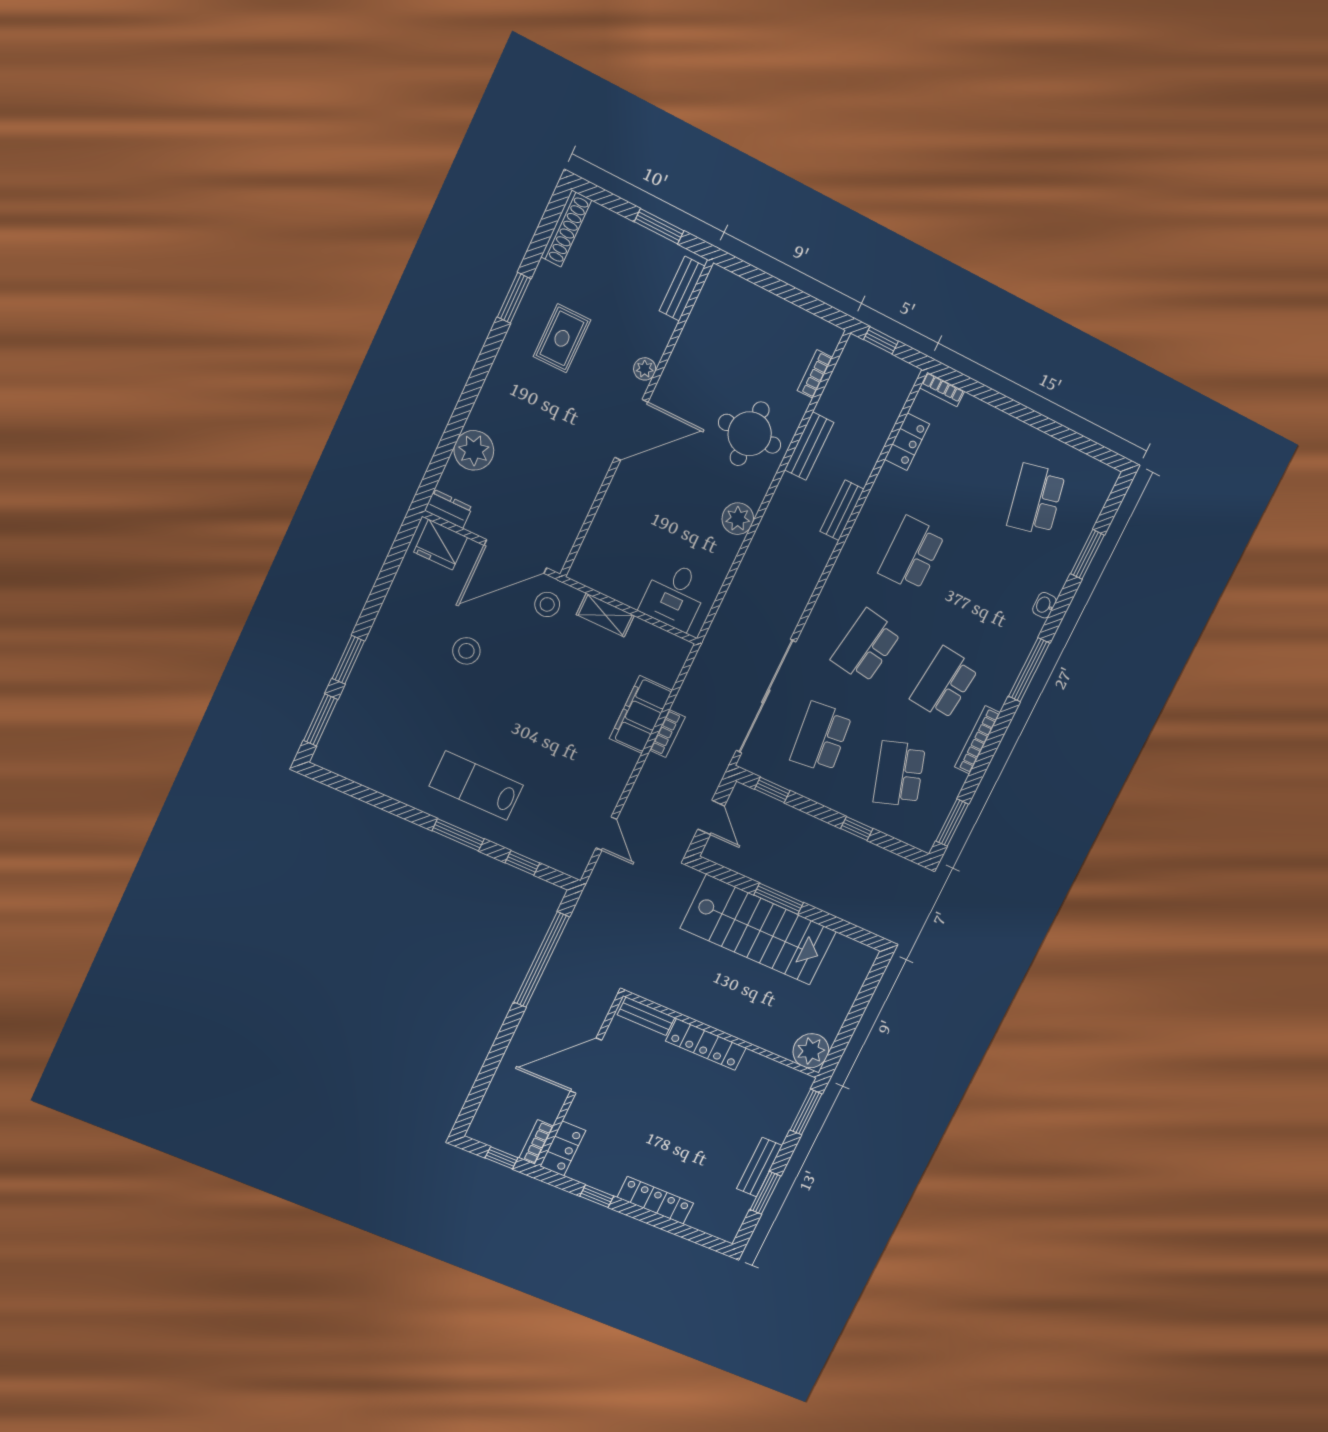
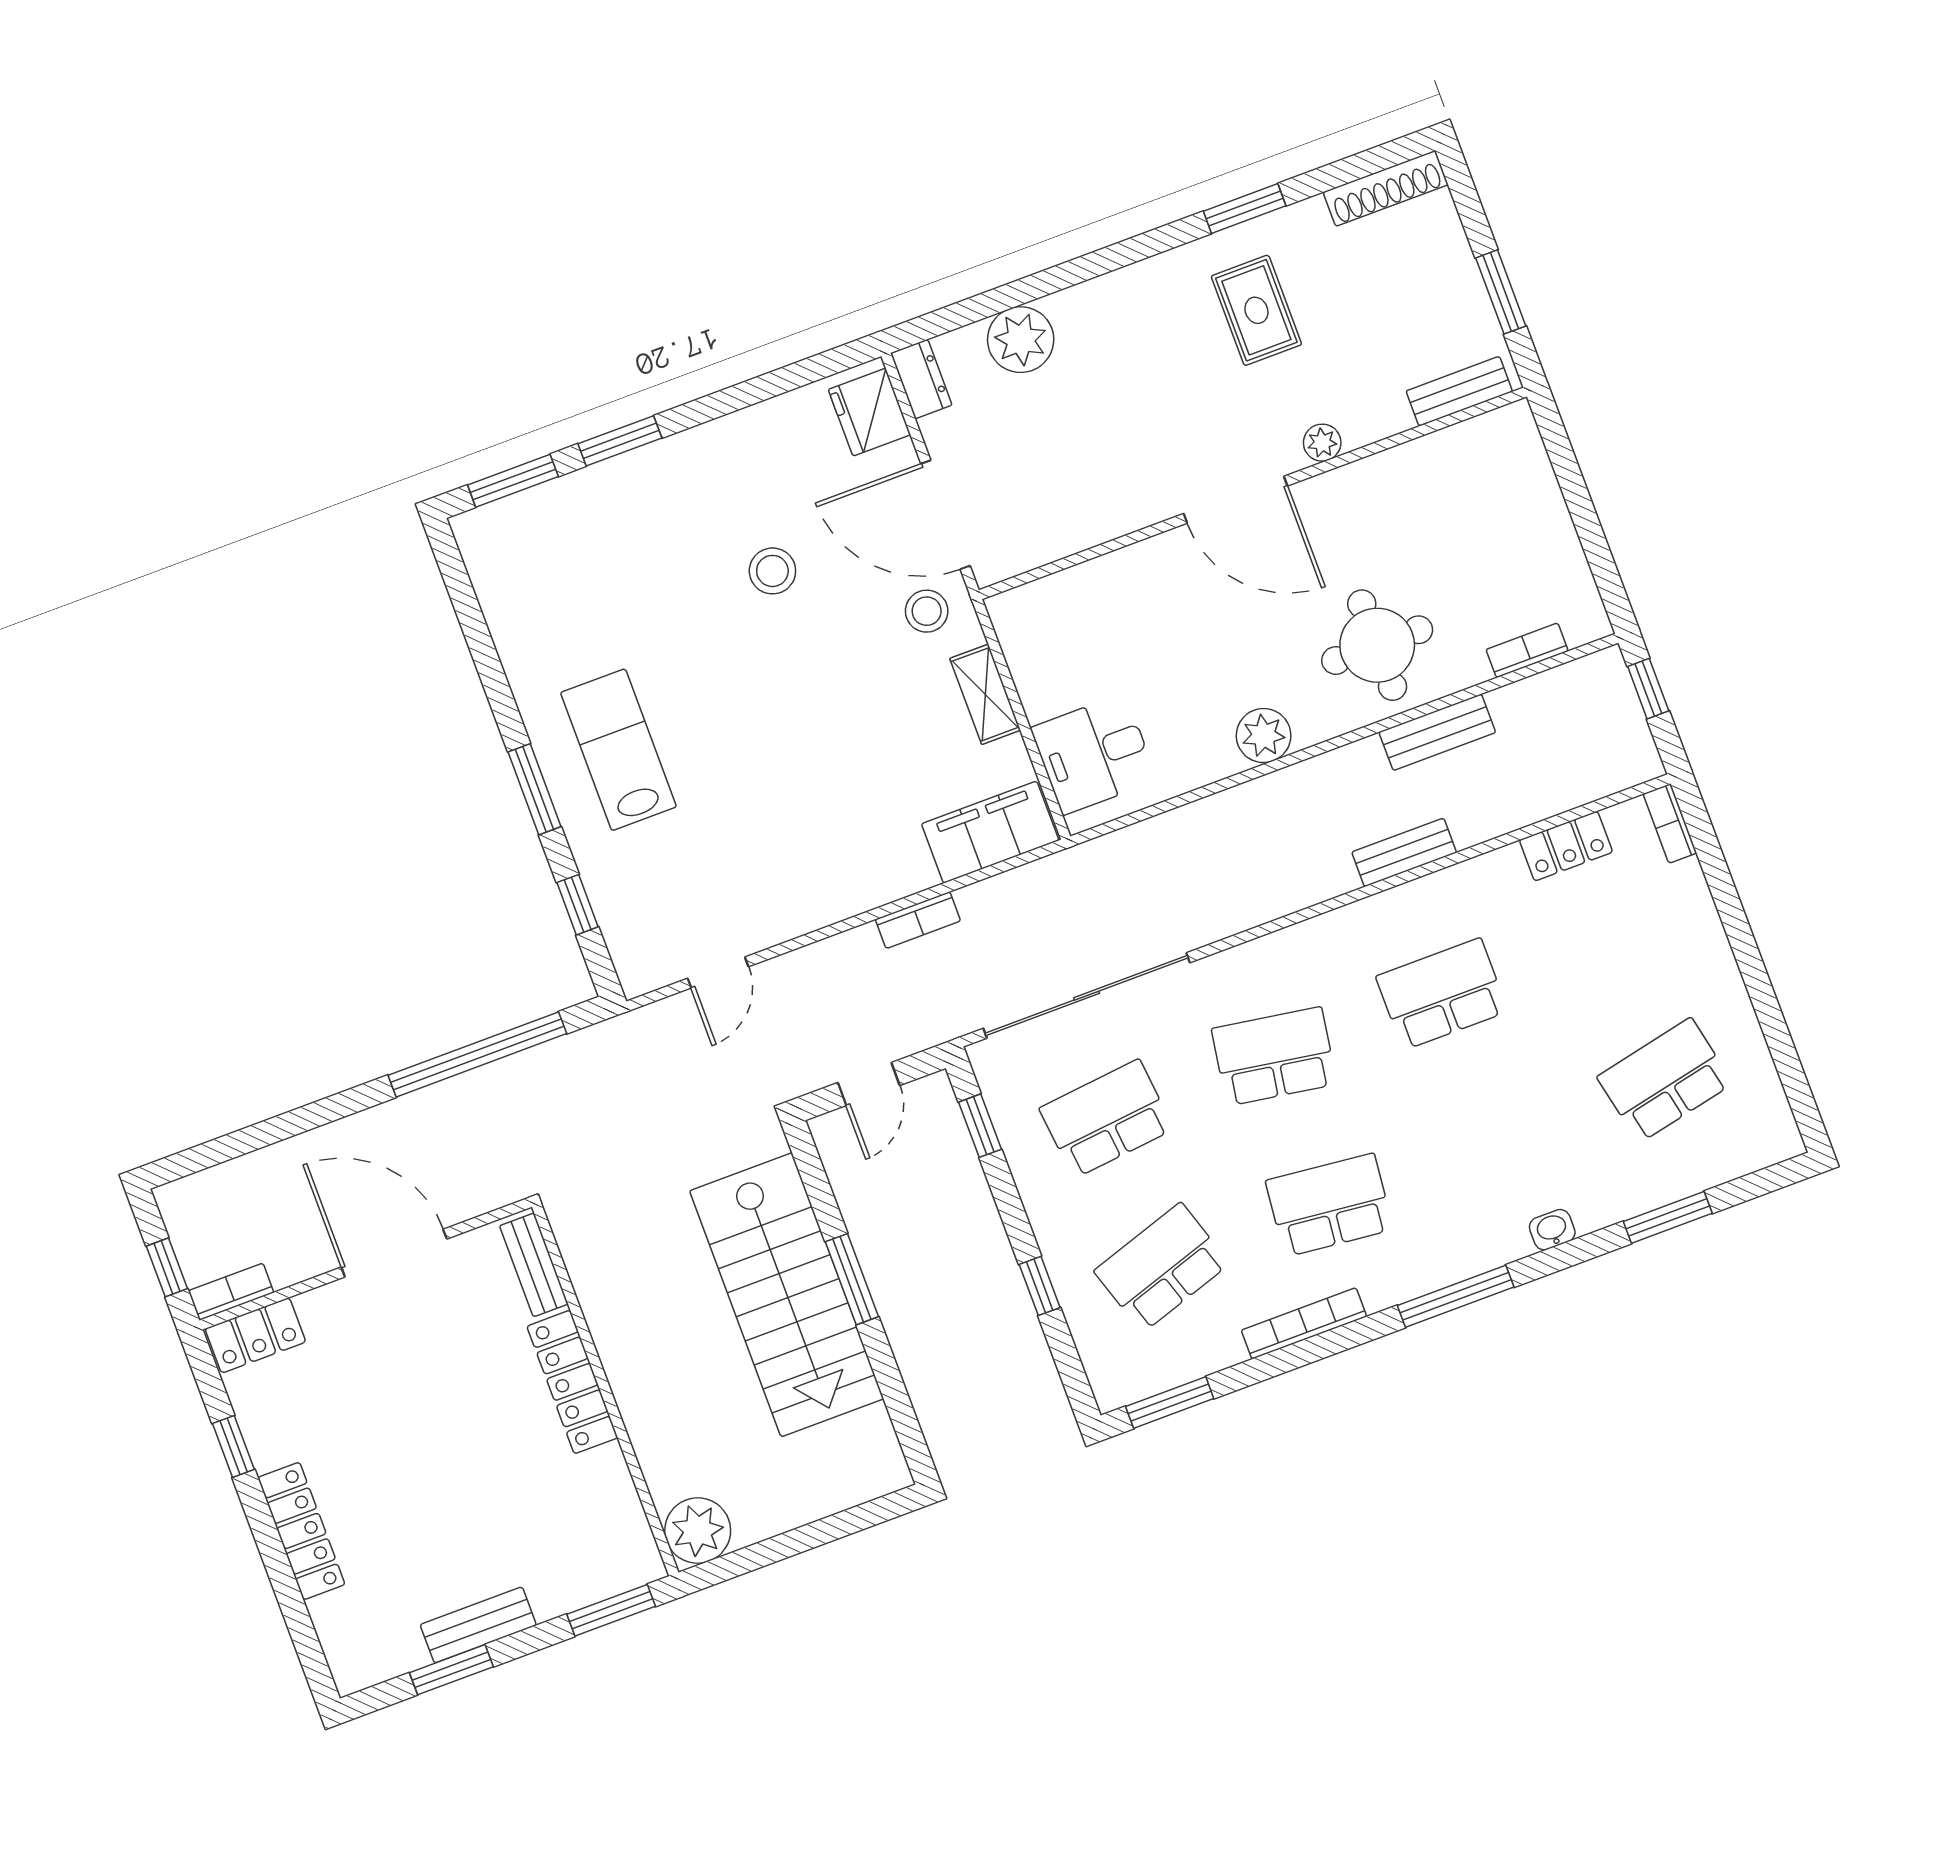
rug: (562, 338) -> (1256, 310), turned 90
filing cabinet: (641, 714) -> (990, 832), moved

